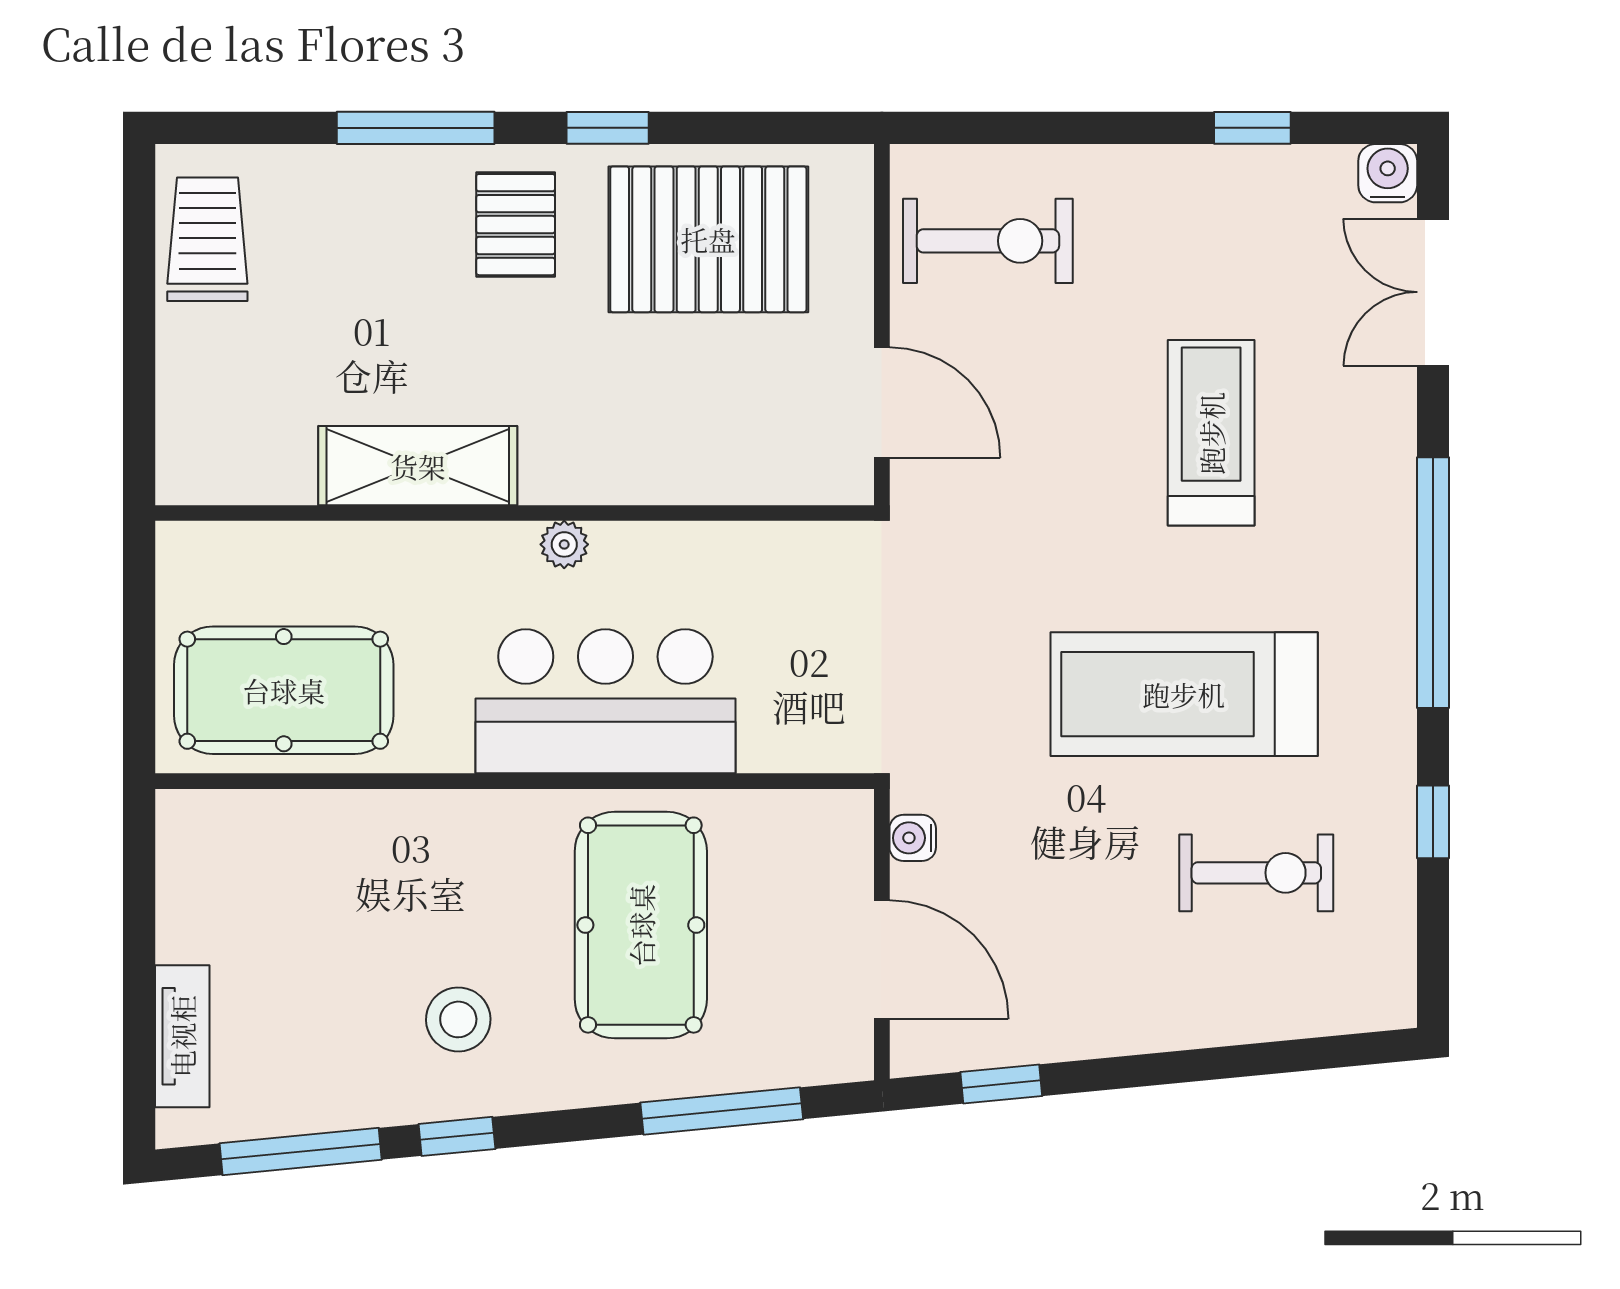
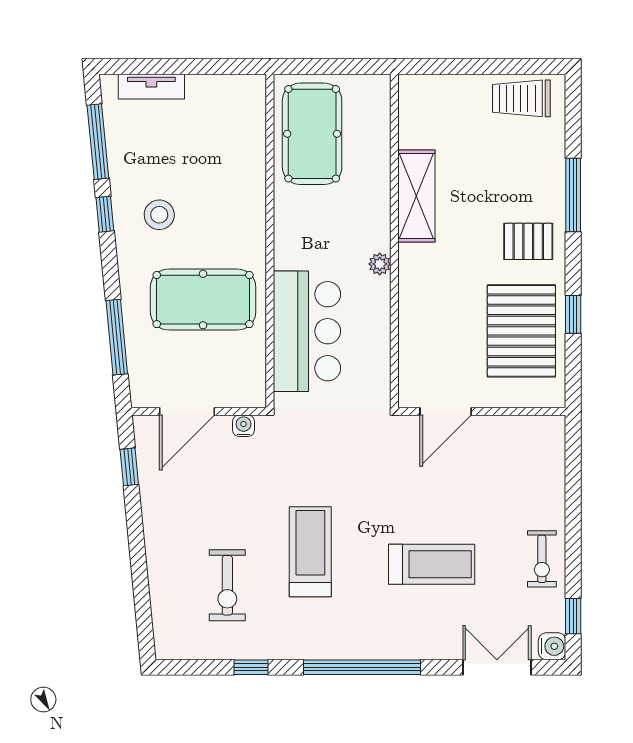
window: (608, 128) -> (573, 314), moved
window: (1252, 128) -> (573, 616), moved
trolley: (207, 239) -> (521, 98), turned 180
exercise bike: (988, 241) -> (542, 559), moved, width x0.73, depth x0.72
treadmill: (1184, 694) -> (310, 552), width x0.73, depth x0.73
bar counter: (605, 701) -> (307, 331), moved

